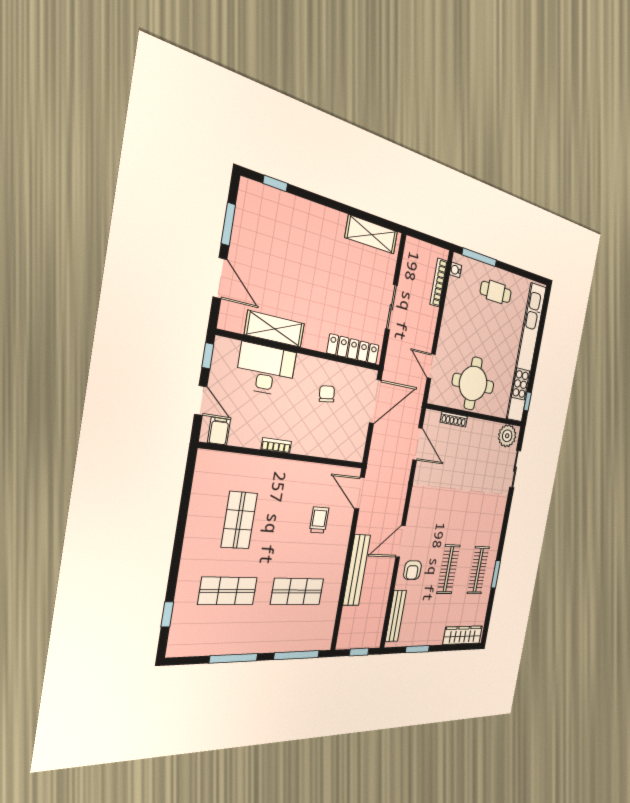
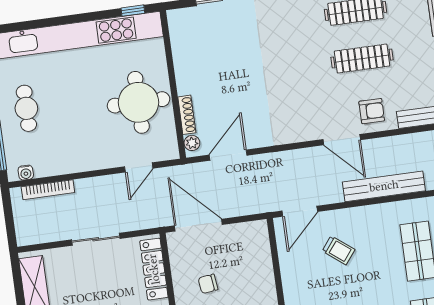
plant: (507, 436) -> (192, 143), moved, width x0.53, depth x0.53
trolley: (319, 520) -> (339, 250), turned -142

